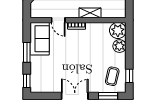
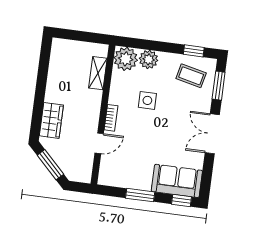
shelving: (90, 13) -> (98, 73), moved
sofa: (40, 39) -> (177, 181), moved
side table: (92, 49) -> (147, 100), added

